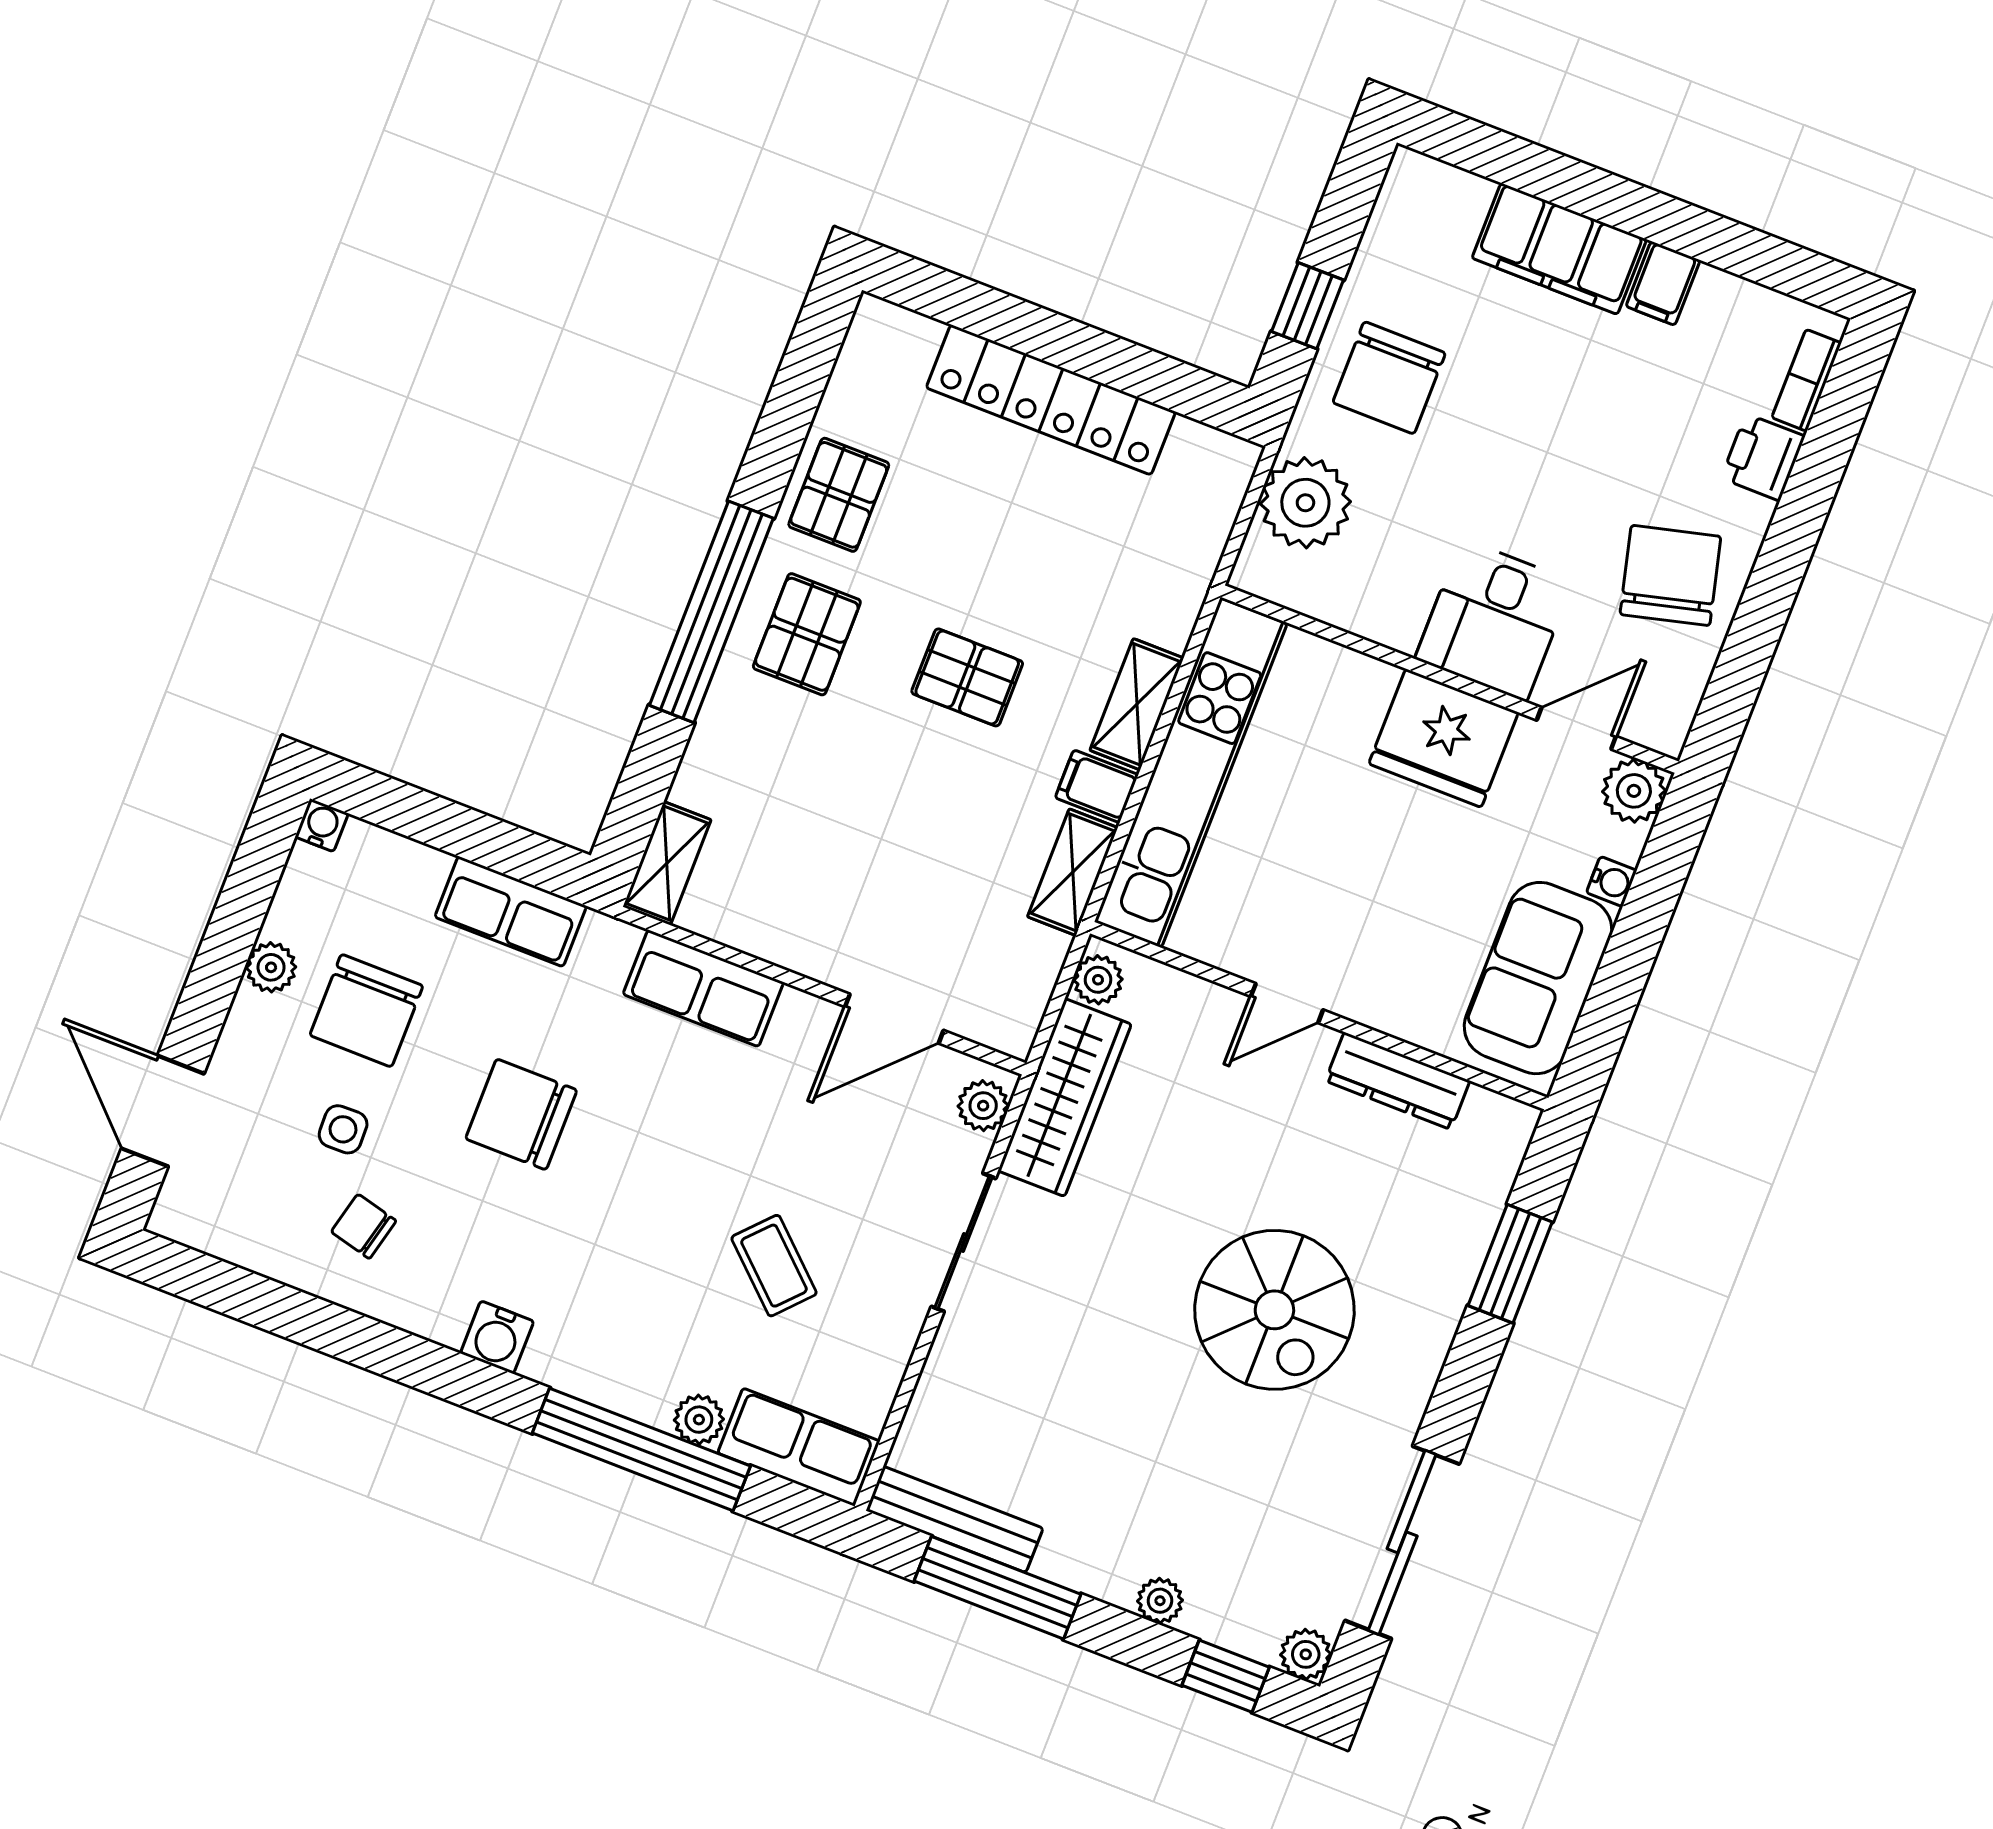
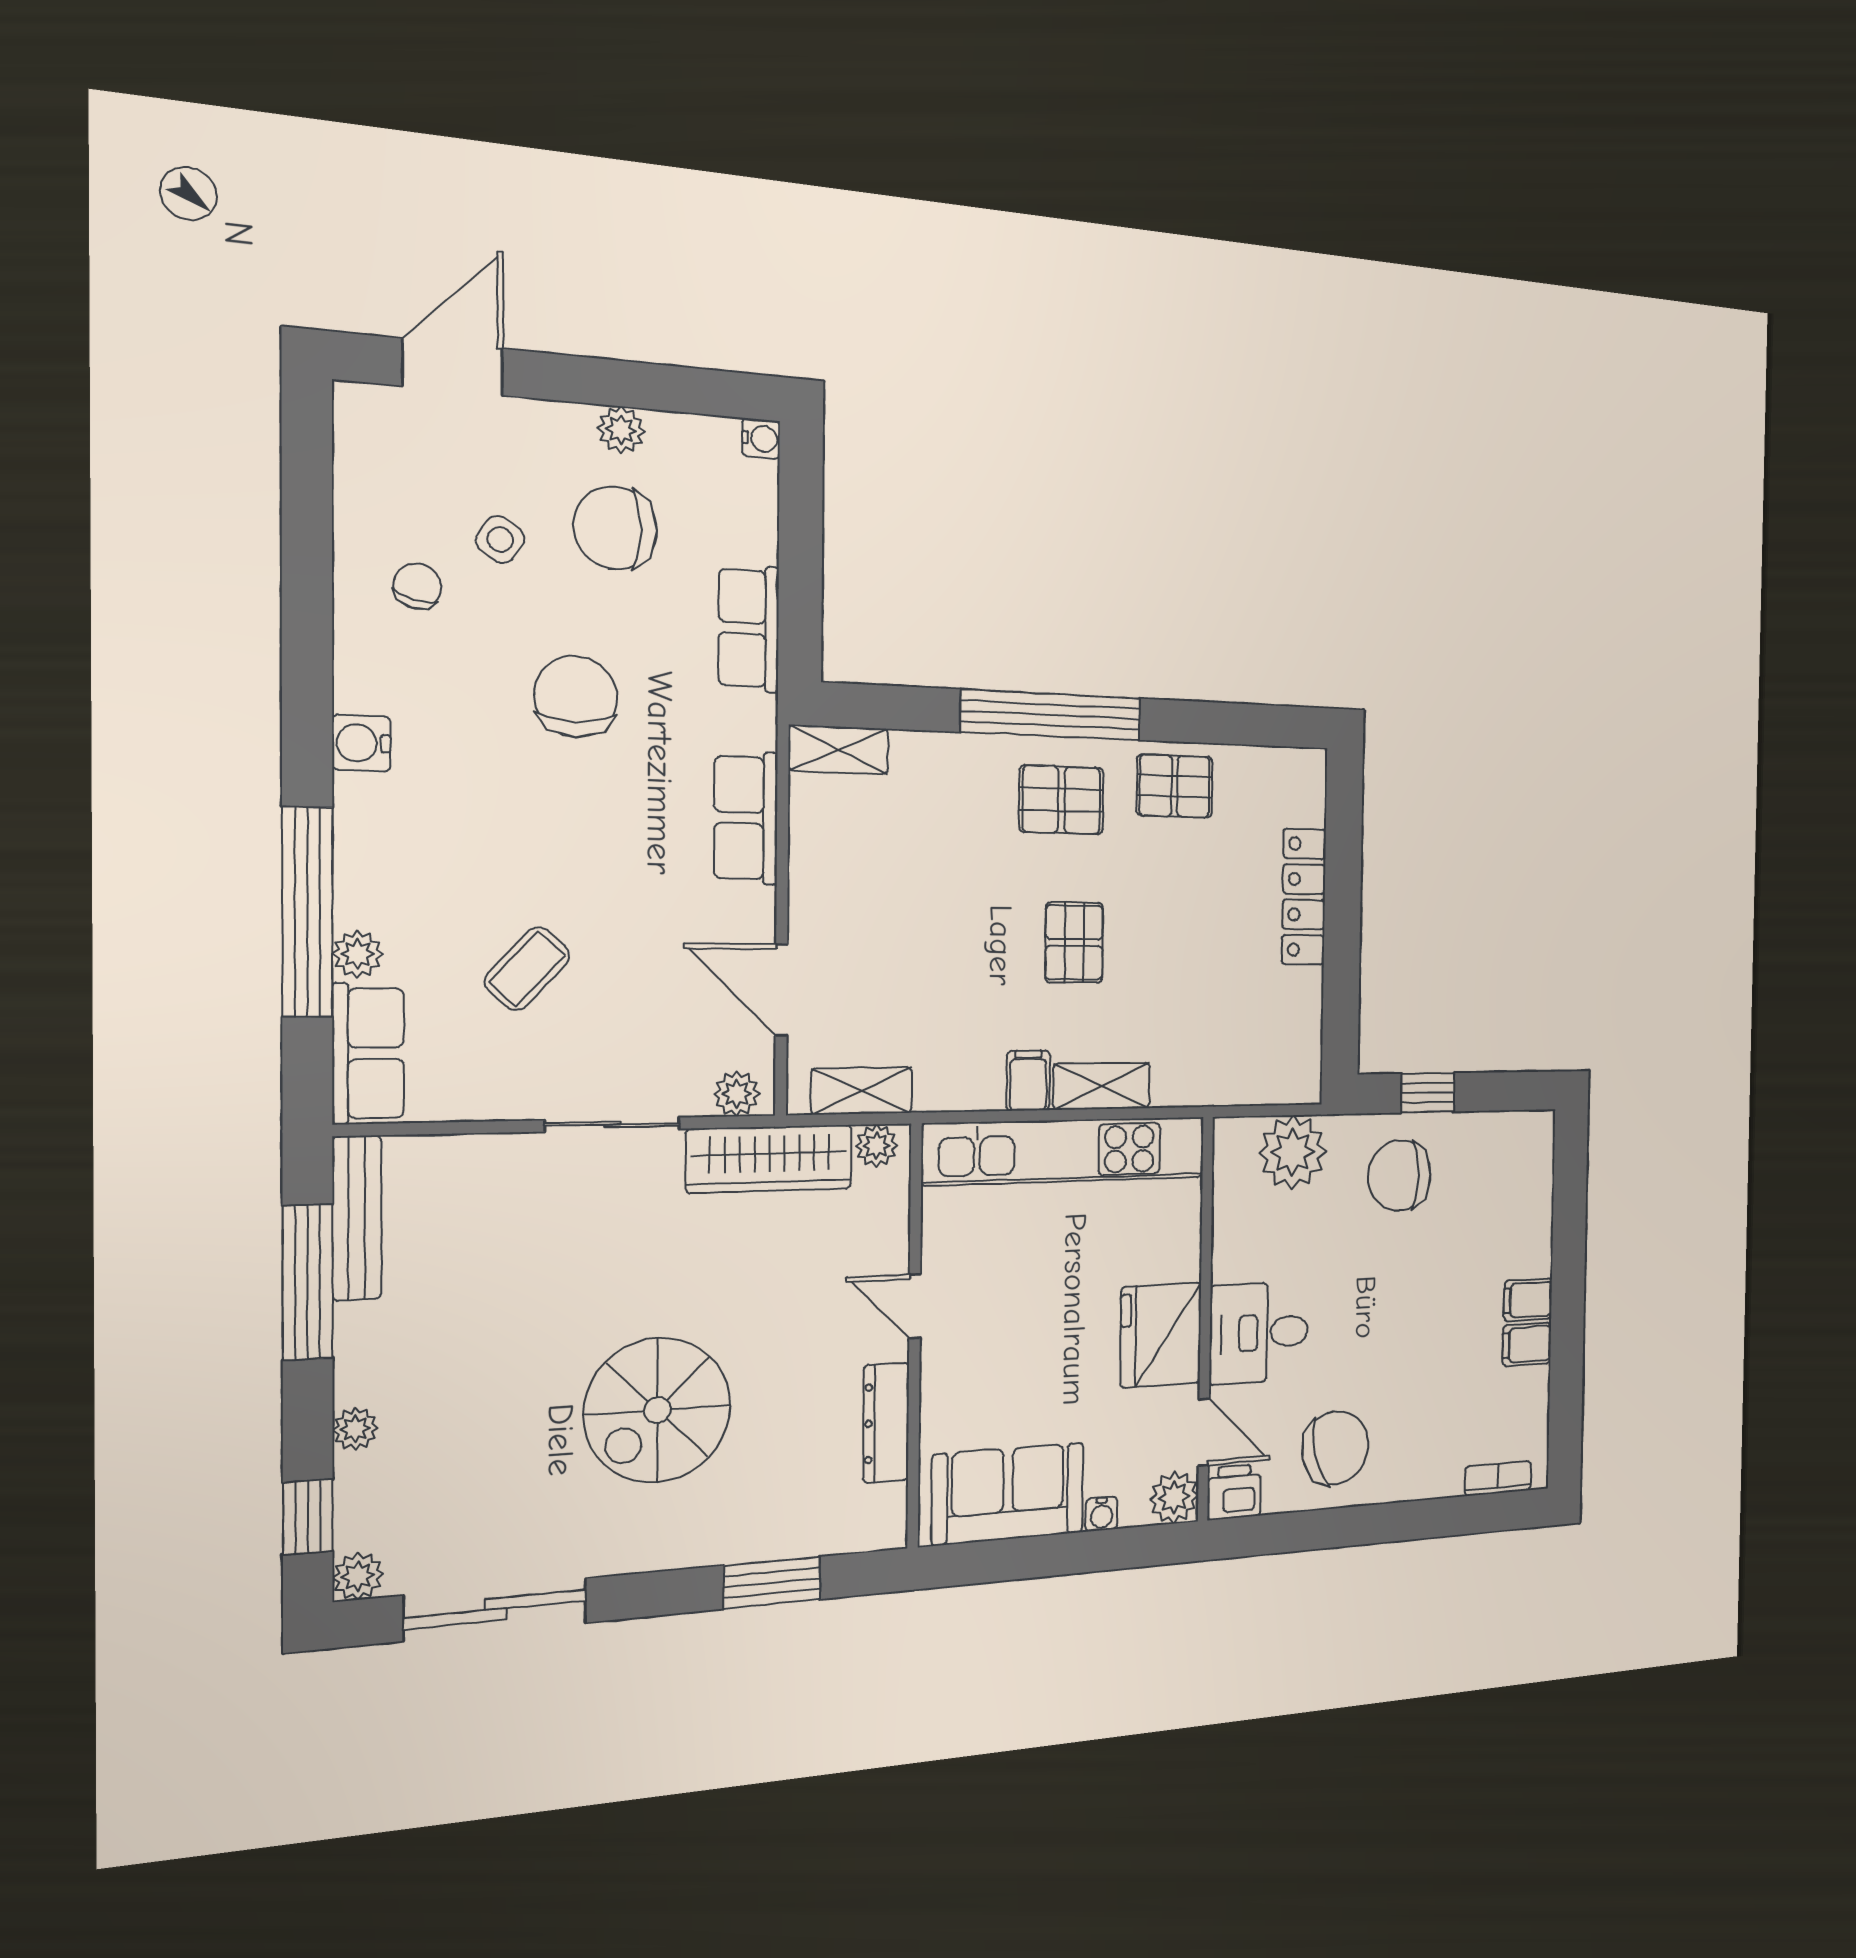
filing cabinet: (1559, 249) -> (1528, 1300), width x0.33, depth x0.86
locker: (1051, 400) -> (1304, 897), width x0.71, depth x0.83
printer: (1763, 457) -> (1234, 1492), moved
shelving: (1073, 872) -> (862, 1091), moved
side table: (343, 1129) -> (500, 539), turned 35

